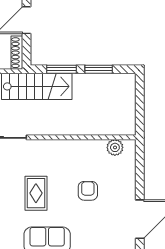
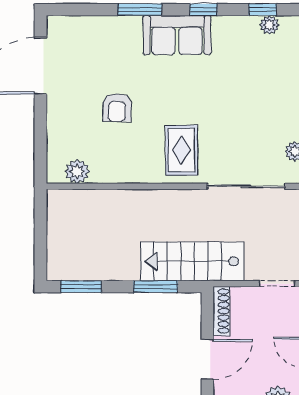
window: (99, 69) -> (81, 287), moved
rug: (36, 193) -> (181, 150), moved

